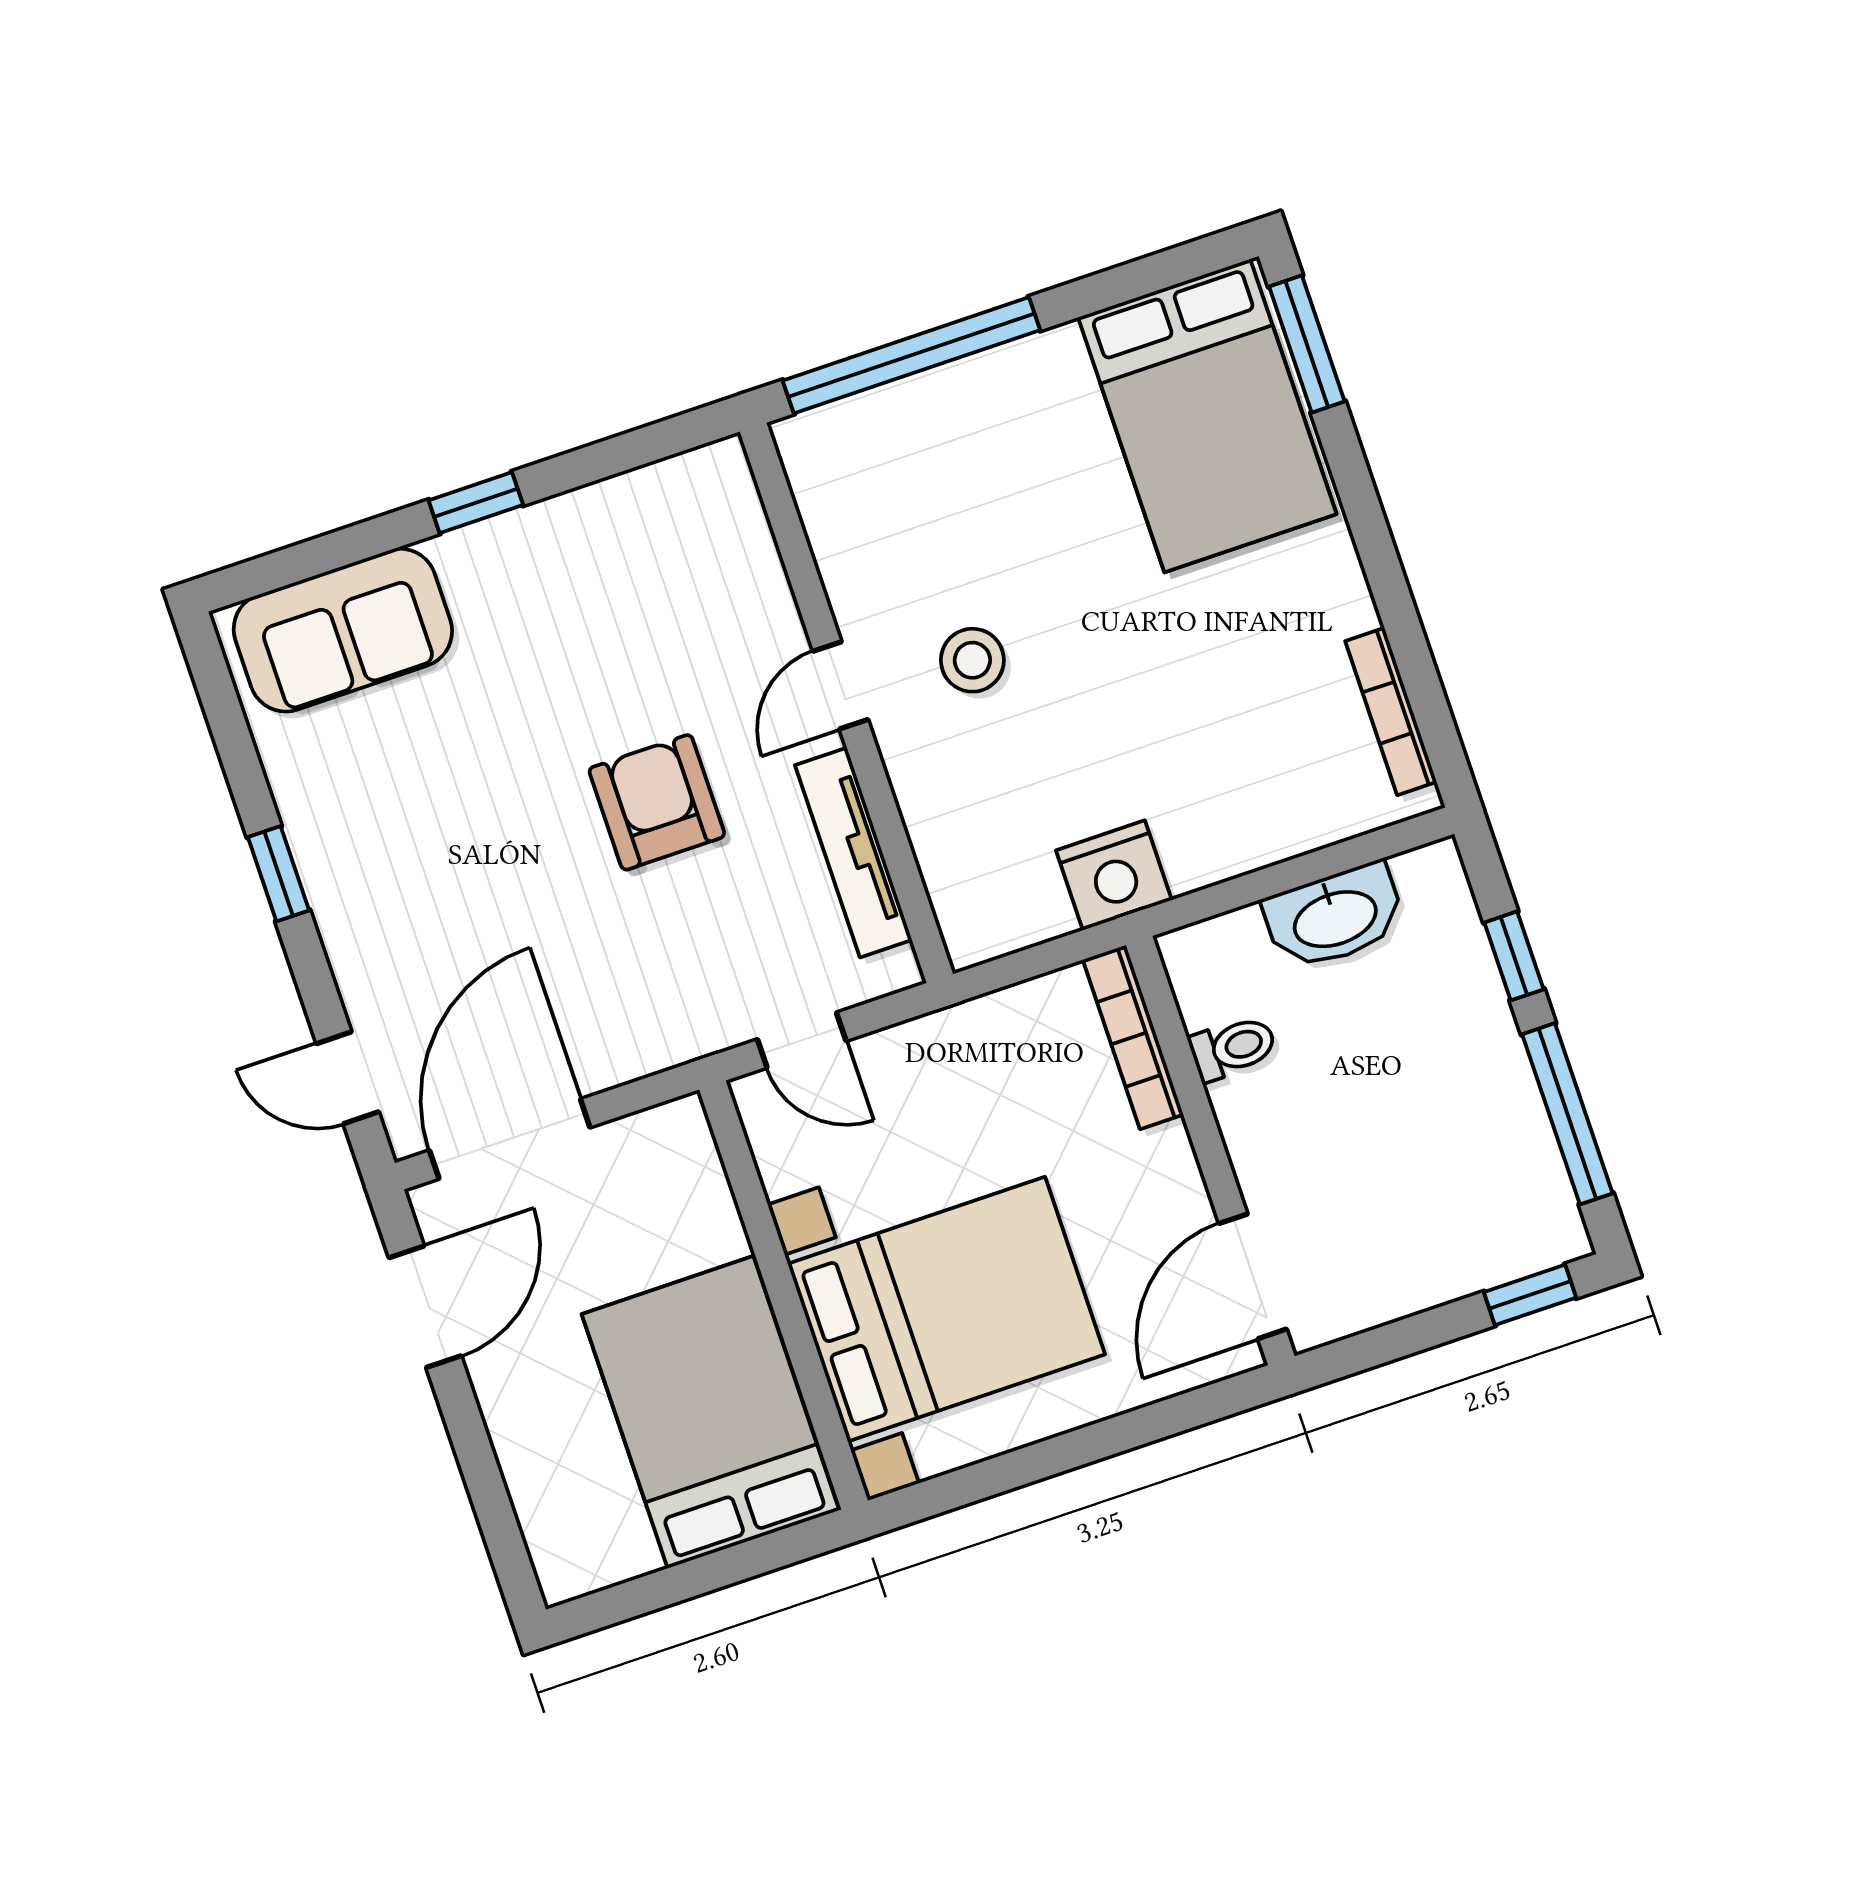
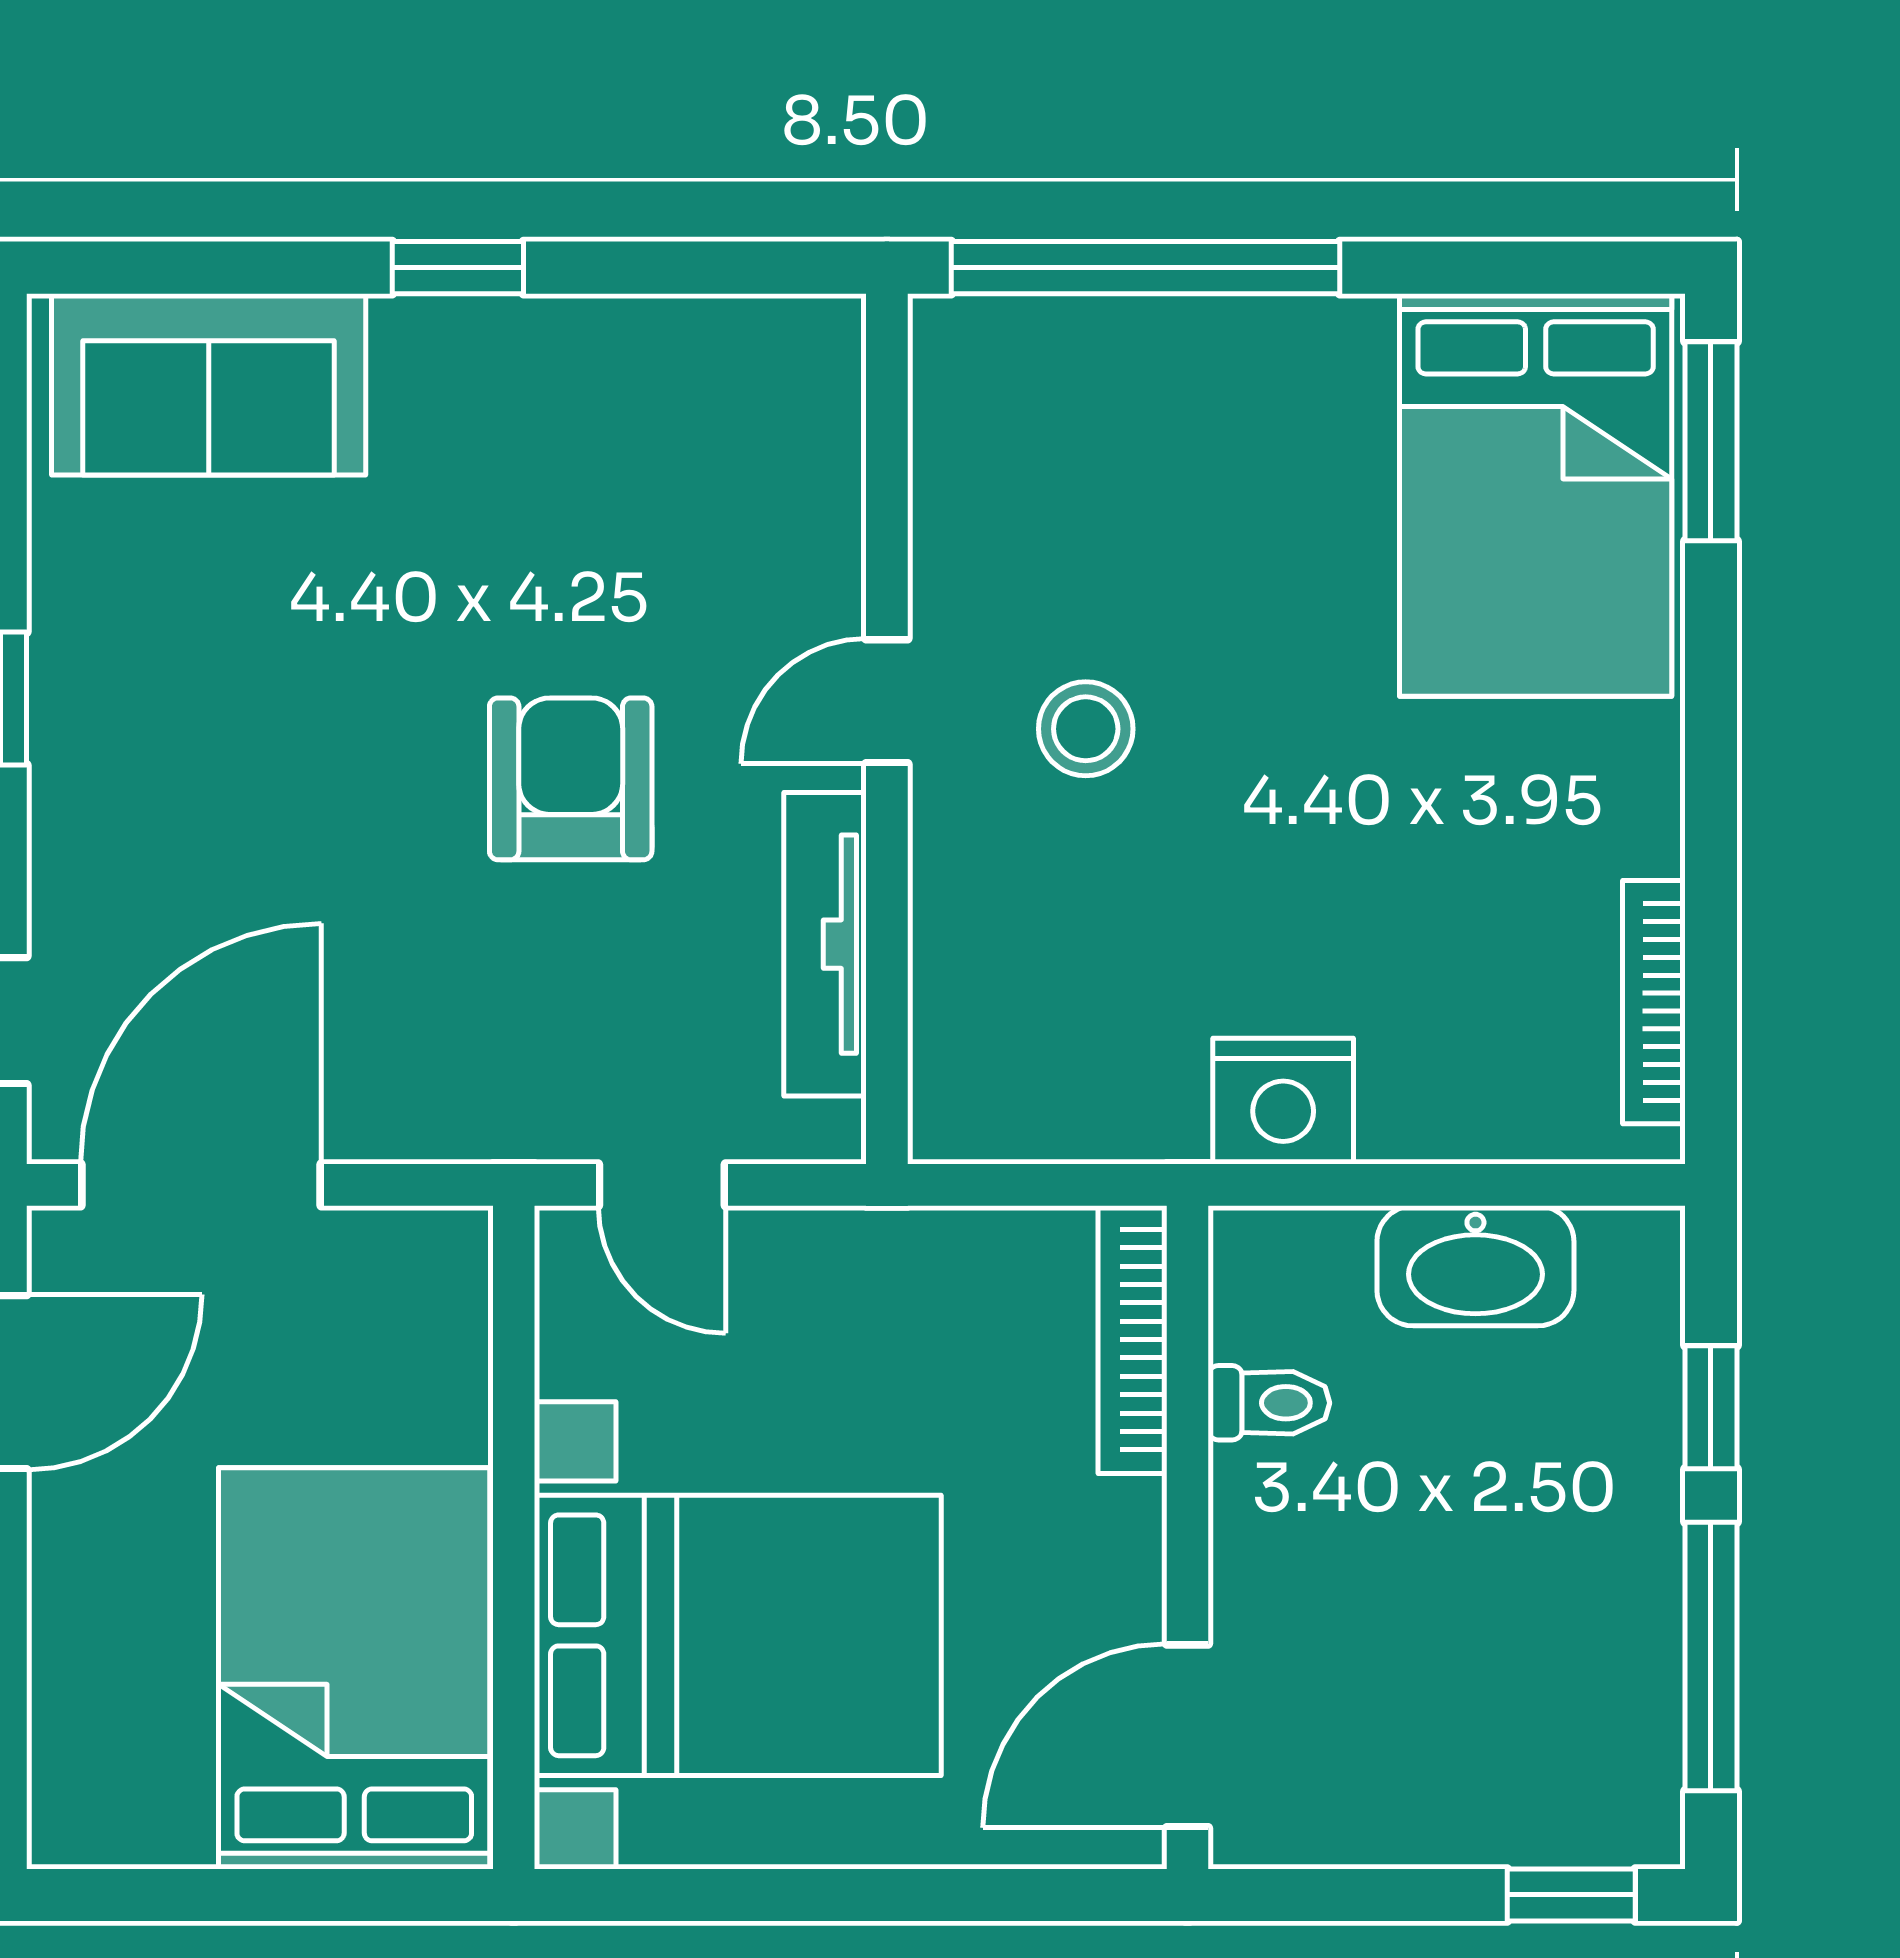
nightstand: (1114, 875) -> (1283, 1101), moved

